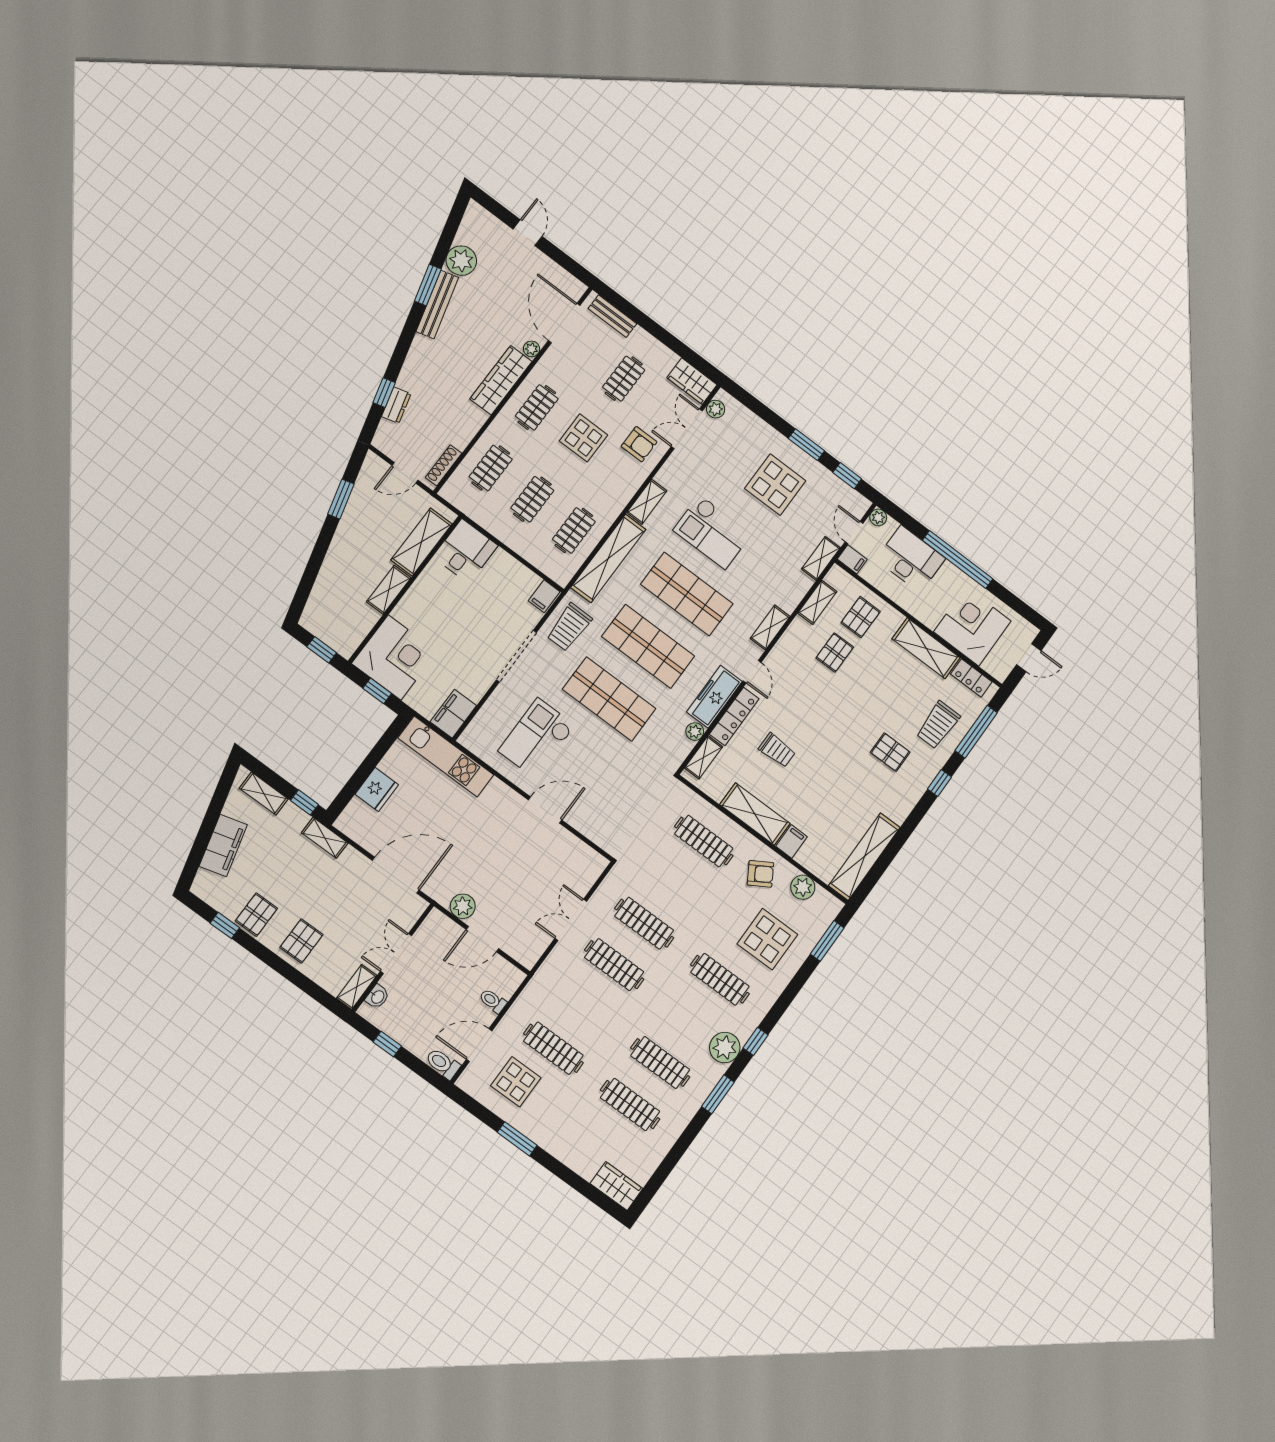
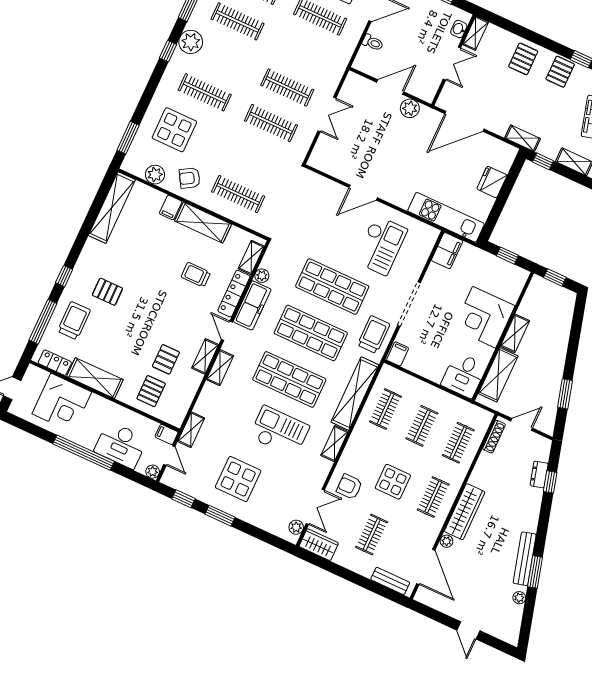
plant: (461, 261) -> (519, 598), width x0.53, depth x0.53
shelving: (817, 602) -> (205, 356), moved
corner desk: (395, 657) -> (484, 317), moved

